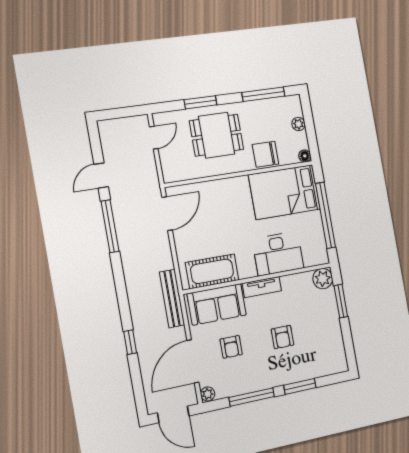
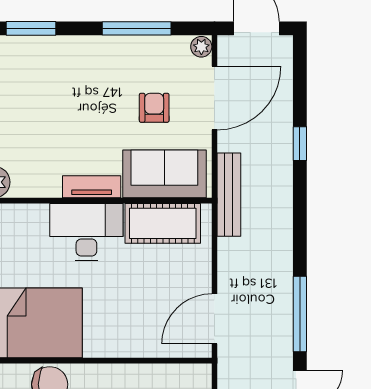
desk: (278, 254) -> (86, 232), moved
armchair: (282, 337) -> (74, 107), removed
window: (300, 386) -> (31, 28), moved

